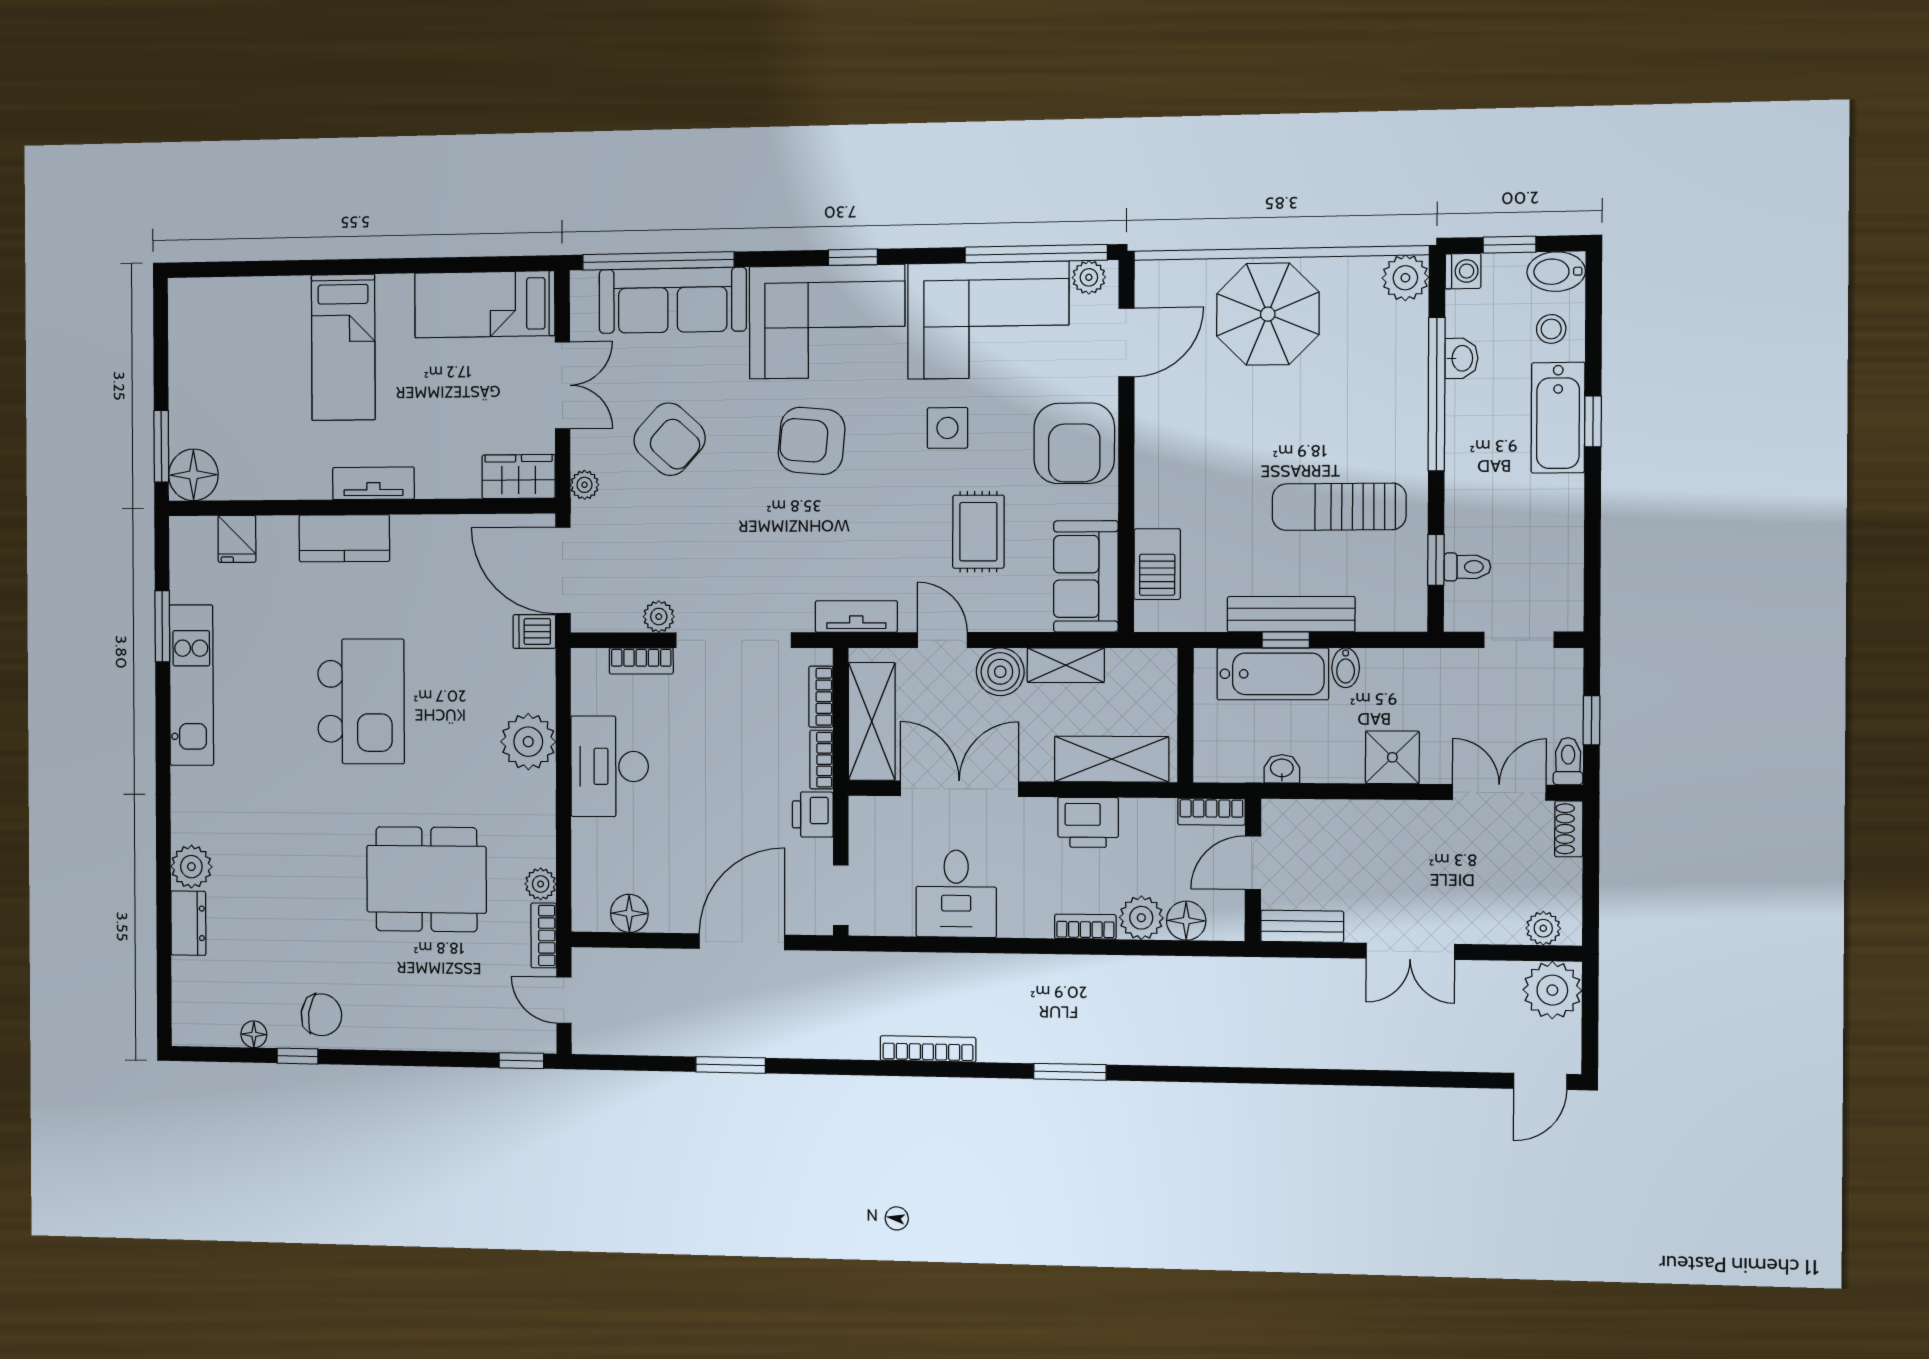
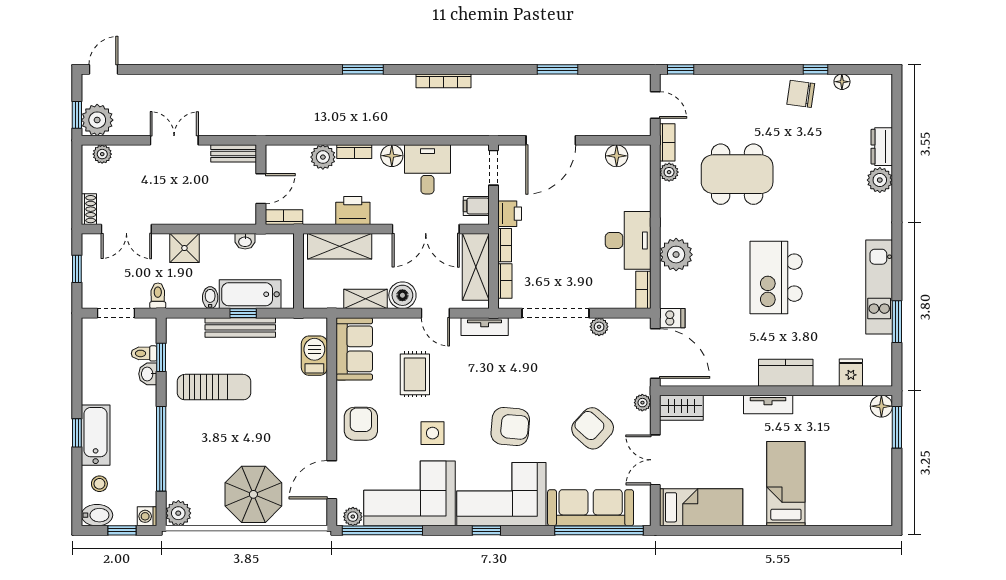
washbasin: (1461, 358) -> (148, 374), moved
armchair: (1074, 443) -> (361, 424), width x0.73, depth x0.73
floor lamp: (193, 475) -> (881, 406), width x0.73, depth x0.73
bookcase: (641, 661) -> (643, 290), moved, turned -90
toilet: (1568, 761) -> (158, 296), moved, turned 180
filing cabinet: (871, 828) -> (476, 206), added
floor lamp: (1186, 921) -> (392, 156), moved
window: (1590, 1000) -> (77, 115), added

